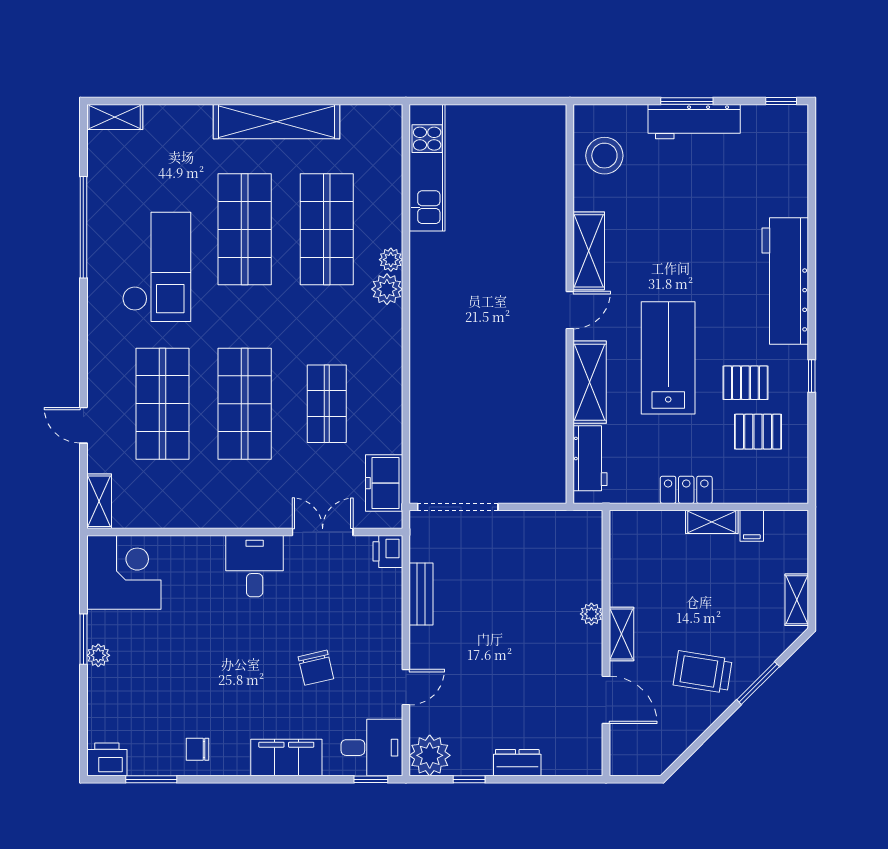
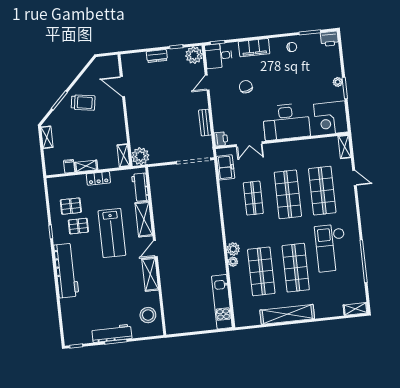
desk: (255, 566) -> (286, 122), width x1.87, depth x1.30
plant: (591, 614) -> (140, 156), moved, width x1.88, depth x1.88
shelving: (621, 634) -> (123, 156), moved

